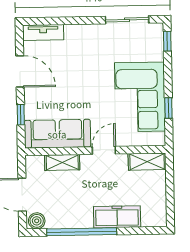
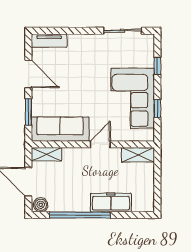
window: (167, 41) -> (157, 66), moved
window: (21, 115) -> (28, 112), width x1.50
shelving: (62, 162) -> (47, 154), moved

